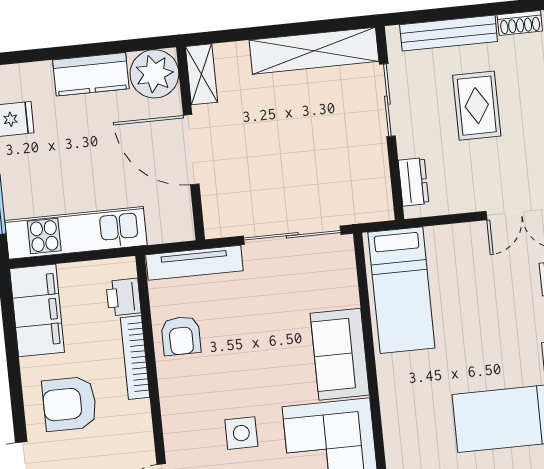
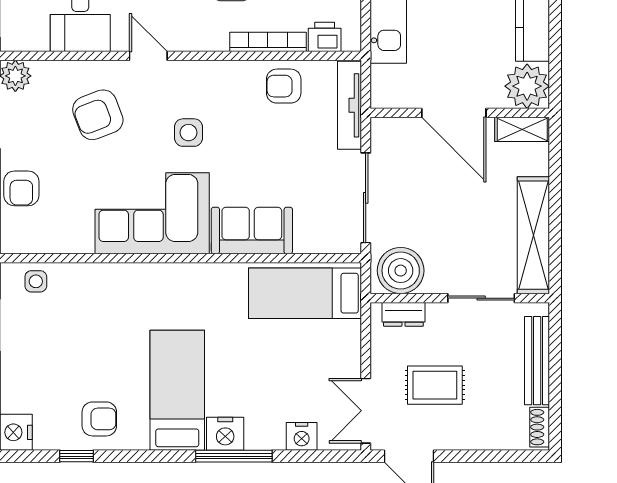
rug: (477, 106) -> (435, 385), moved
door: (191, 150) -> (454, 113), swing flipped
boiler: (367, 190) -> (401, 271), added

